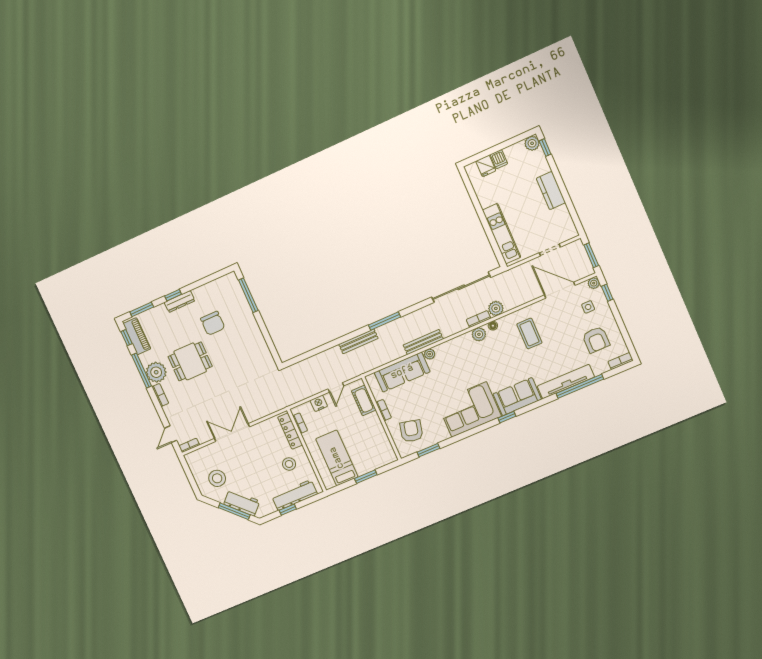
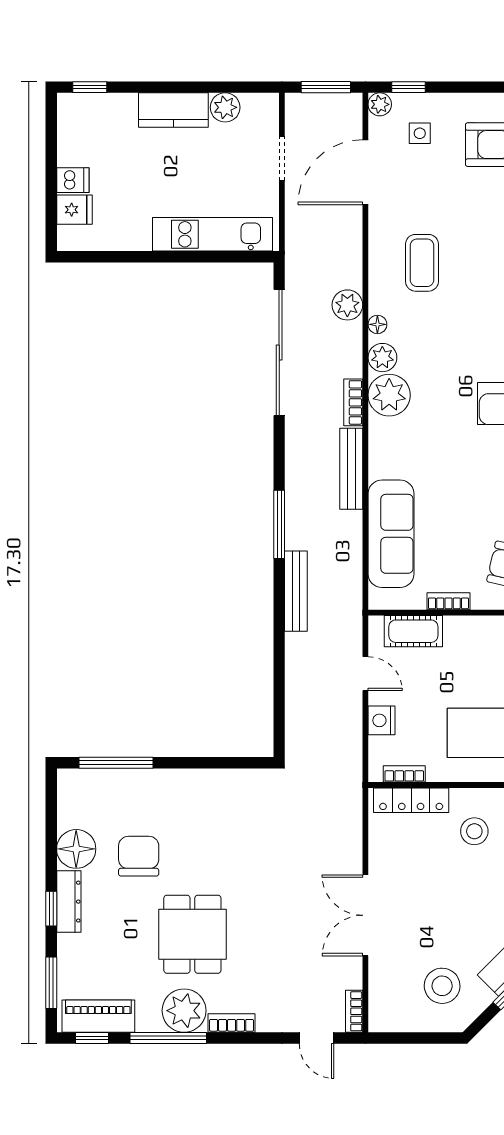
plant: (532, 143) -> (225, 107), moved
floor lamp: (203, 295) -> (76, 849), added
bookcase: (478, 319) -> (353, 402), moved
chair: (213, 323) -> (139, 856), turned -90
coffee table: (529, 333) -> (422, 263), turned 90
plant: (430, 354) -> (389, 395), moved, width x1.87, depth x1.87

